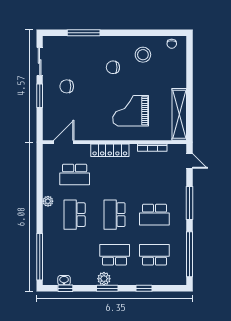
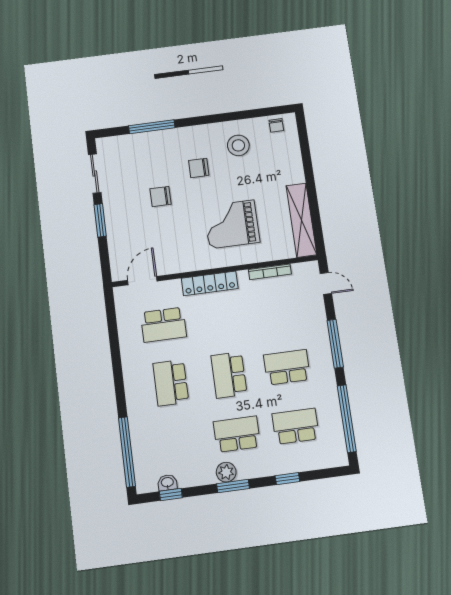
chair: (67, 86) -> (161, 197), moved
plant: (48, 201) -> (130, 368), removed
school desk: (154, 215) -> (287, 367), turned 180

